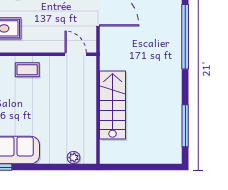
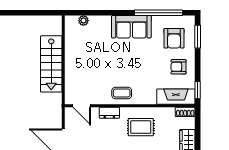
dresser: (42, 46) -> (109, 113), added

